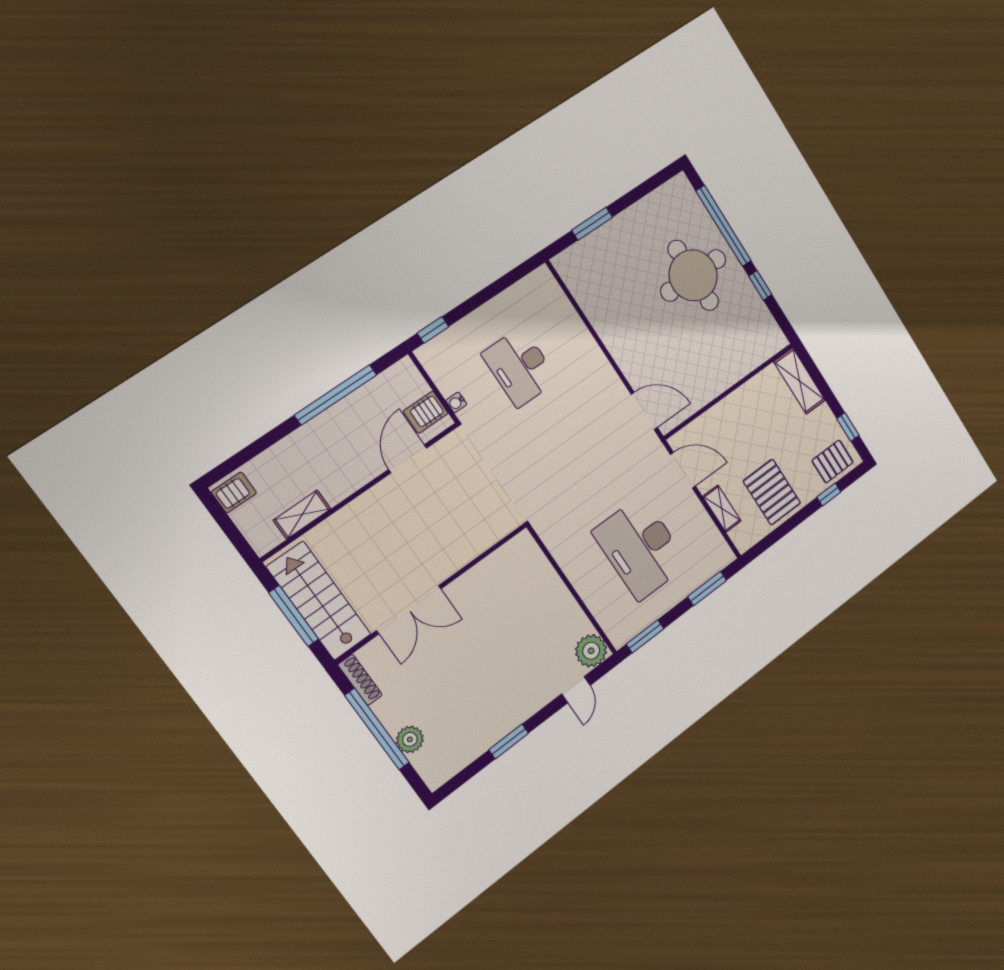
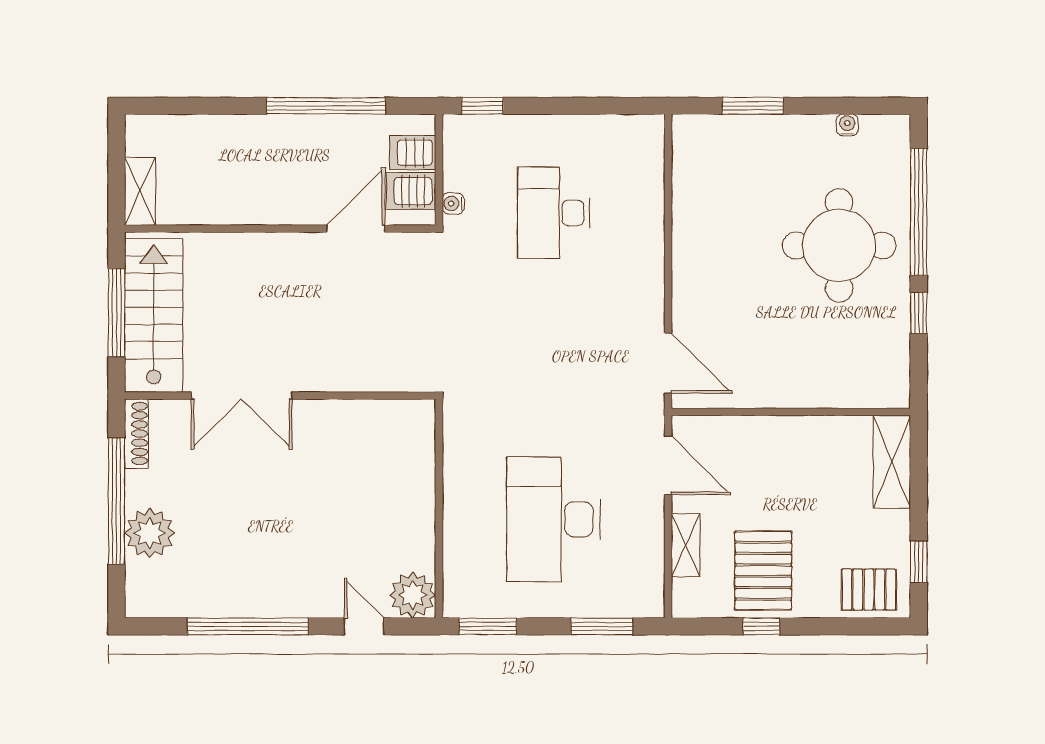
water cooler: (652, 200) -> (847, 125), added
server rack: (234, 492) -> (413, 153), moved, turned 180
window: (829, 494) -> (761, 626), moved
shelving: (302, 514) -> (140, 191), moved, turned 90
door: (576, 690) -> (364, 626), swing flipped
plant: (410, 739) -> (150, 533), width x1.36, depth x1.36
window: (509, 741) -> (248, 626), width x2.11

